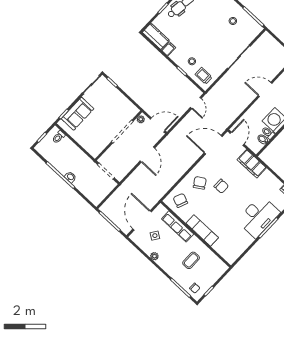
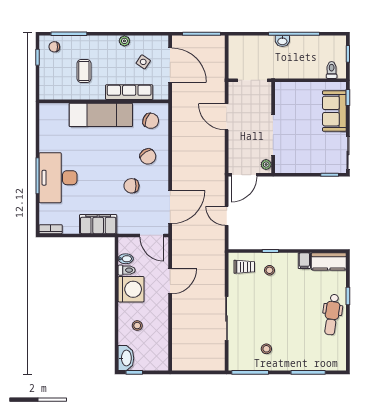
door: (265, 90) -> (170, 281), moved
door: (196, 103) -> (227, 216), moved
door: (147, 155) -> (227, 117), moved
filing cabinet: (252, 164) -> (98, 224), moved
chair: (221, 186) -> (131, 186), moved
exam couch: (202, 230) -> (101, 115), width x1.36, depth x1.45

